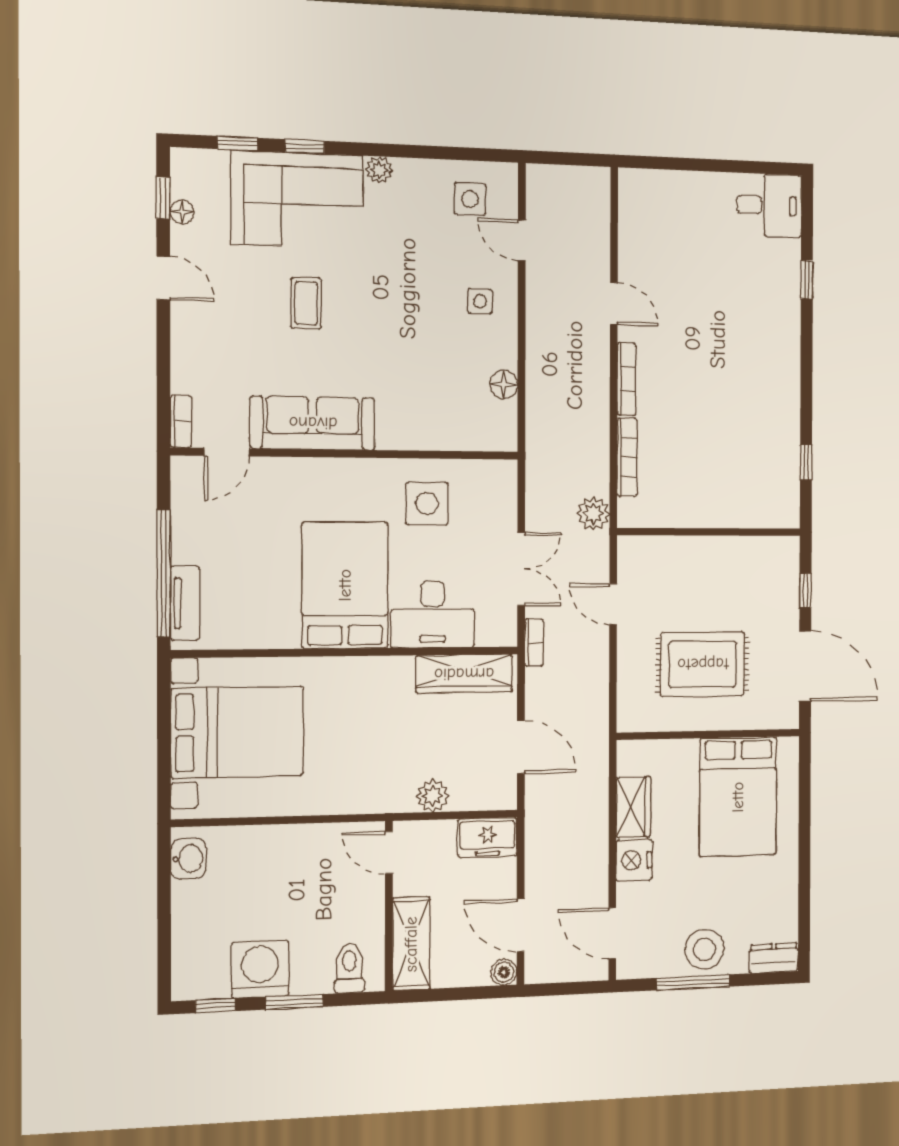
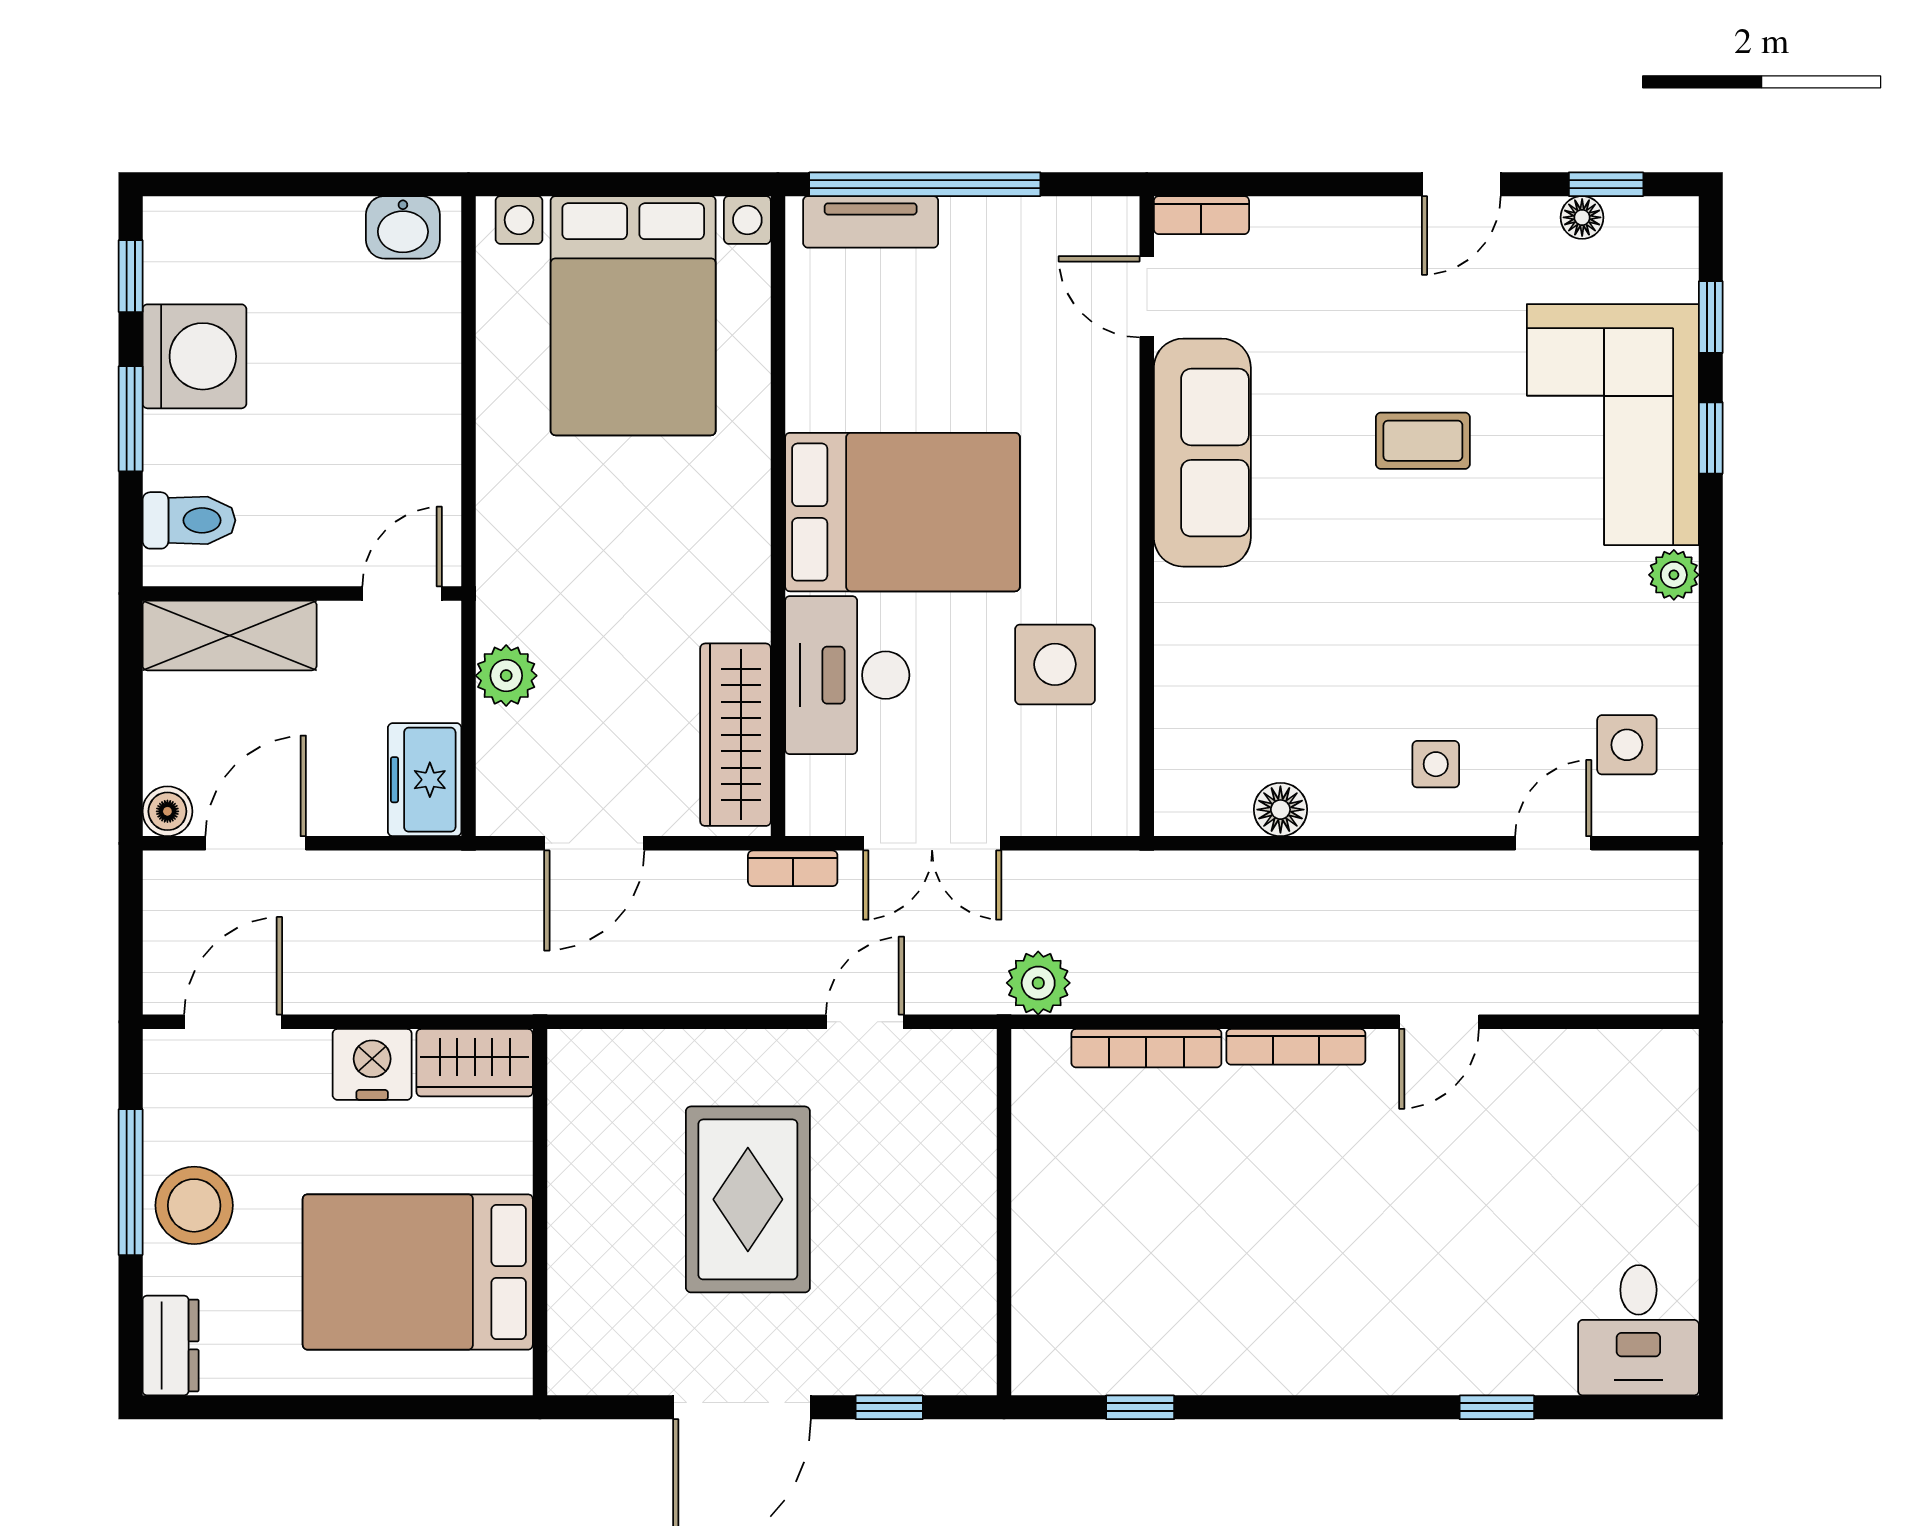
wall: (709, 735) -> (540, 1212), moved
bed: (738, 797) -> (418, 1272), moved

